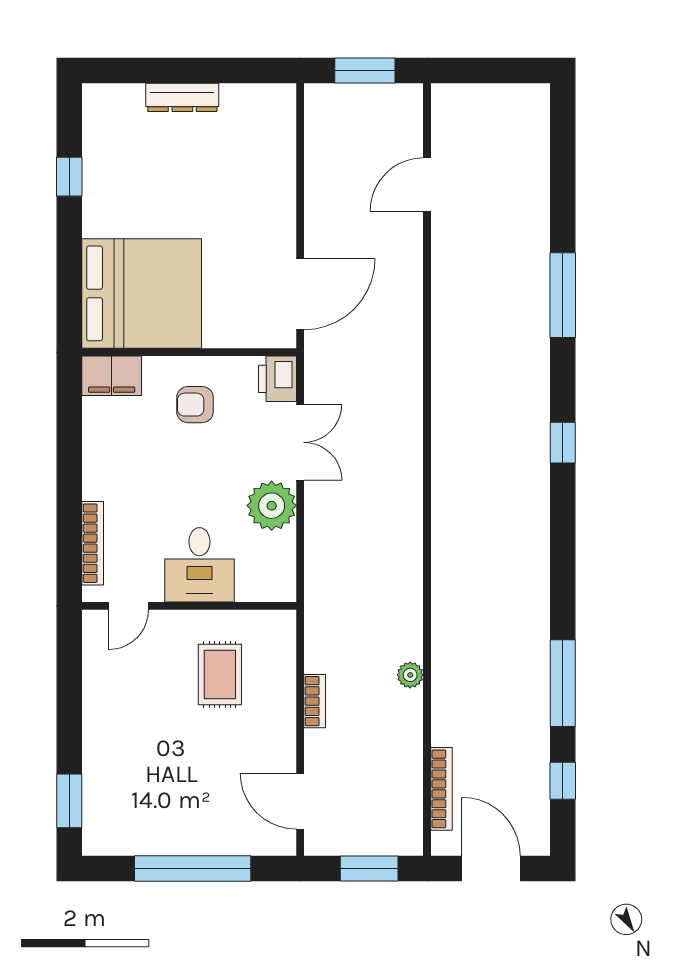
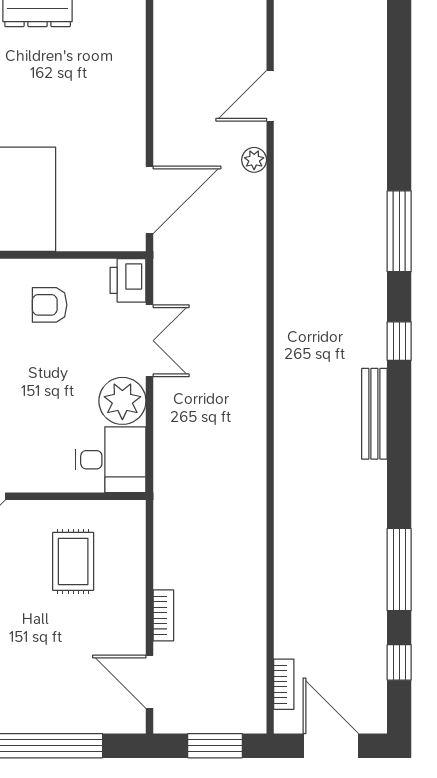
window: (563, 295) -> (399, 231), moved
bench: (537, 519) -> (374, 414), added
desk: (199, 565) -> (110, 460), moved, turned -90
plant: (410, 675) -> (254, 160), moved
bookcase: (315, 701) -> (163, 615), moved
bookcase: (441, 789) -> (284, 684), width x0.64

